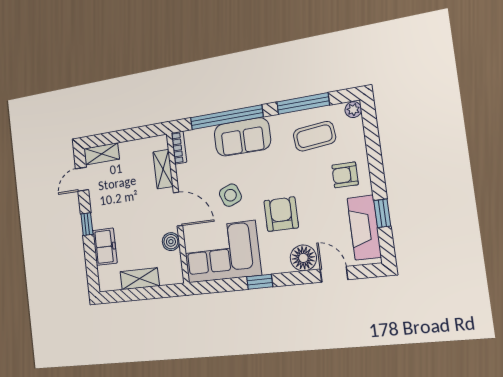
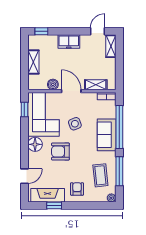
door: (82, 179) -> (97, 31), hinge flipped
door: (178, 209) -> (71, 91), swing flipped
armchair: (281, 214) -> (60, 151), turned 180
window: (87, 224) -> (41, 31), moved
freezer: (105, 247) -> (69, 42), moved
floor lamp: (303, 258) -> (35, 144), moved
window: (260, 282) -> (24, 109), moved

